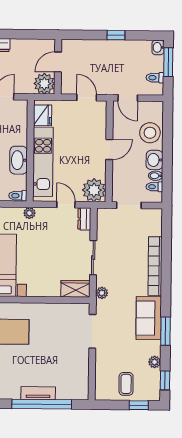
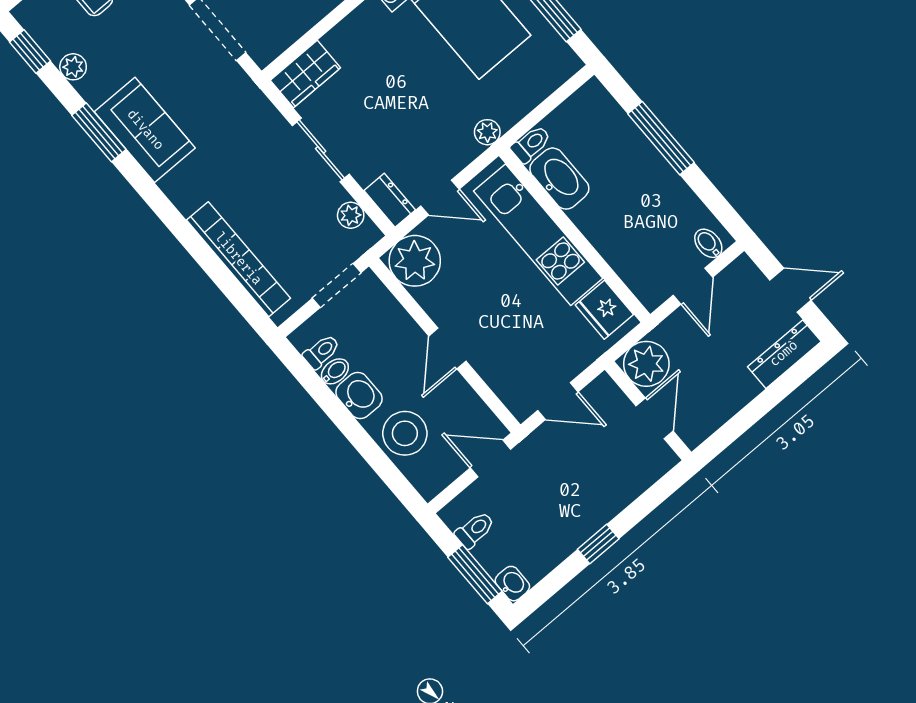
washbasin: (19, 160) -> (559, 179), moved
bookcase: (155, 266) -> (238, 259), moved
plant: (102, 293) -> (351, 215), moved

